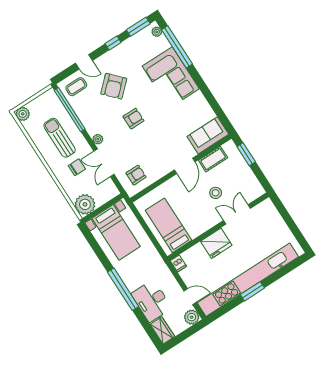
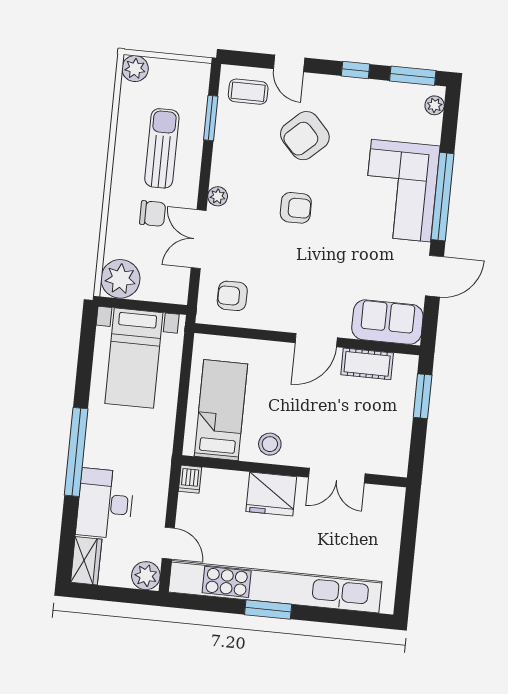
window: (177, 47) -> (442, 197), moved
door: (212, 101) -> (434, 276), added
window: (70, 110) -> (211, 118), width x0.47
armchair: (136, 175) -> (232, 296), turned 180
stool: (216, 193) -> (270, 444), moved
double door: (237, 214) -> (337, 476), swing flipped

